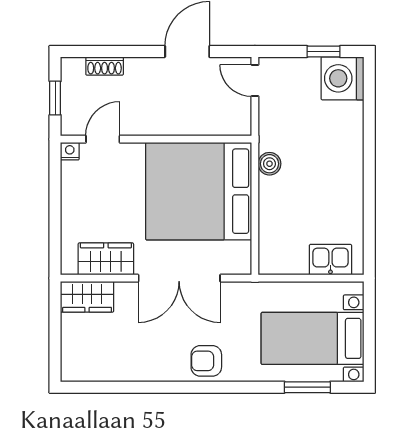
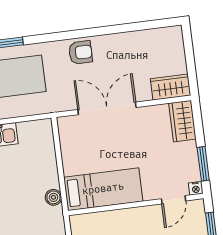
window: (55, 184) -> (203, 164), added
bed: (199, 191) -> (103, 189), width x0.49
wardrobe: (106, 259) -> (182, 121), moved, turned 90

